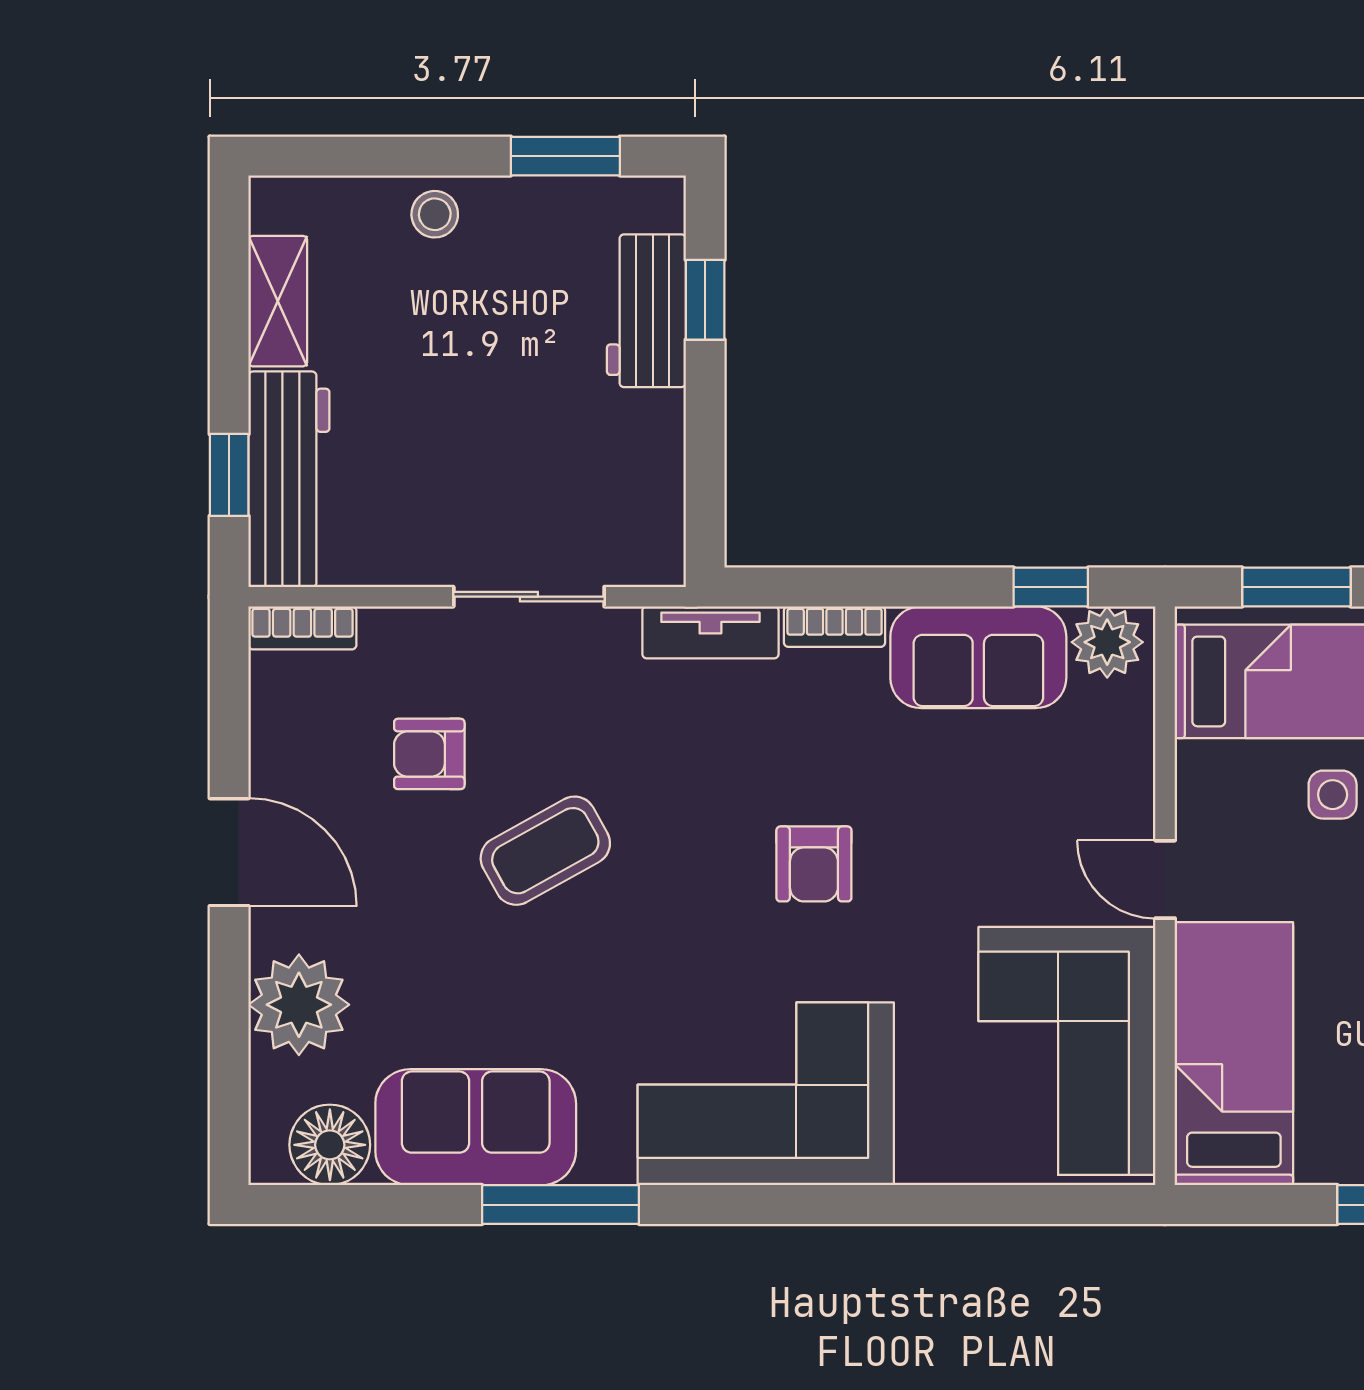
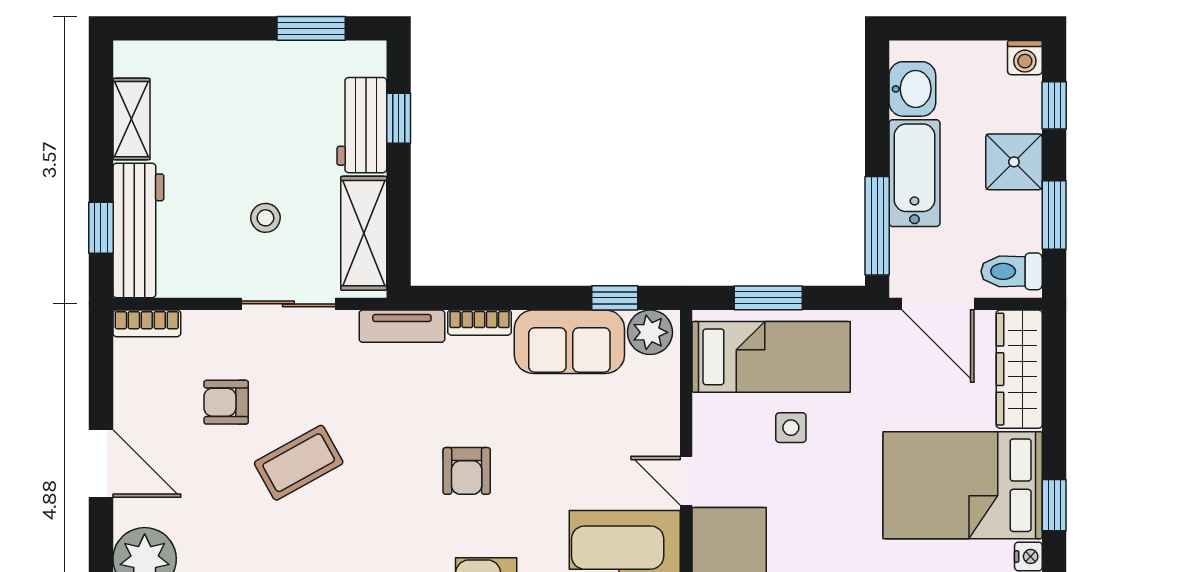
stool: (435, 214) -> (265, 218), moved
shelving: (649, 484) -> (364, 233), added

